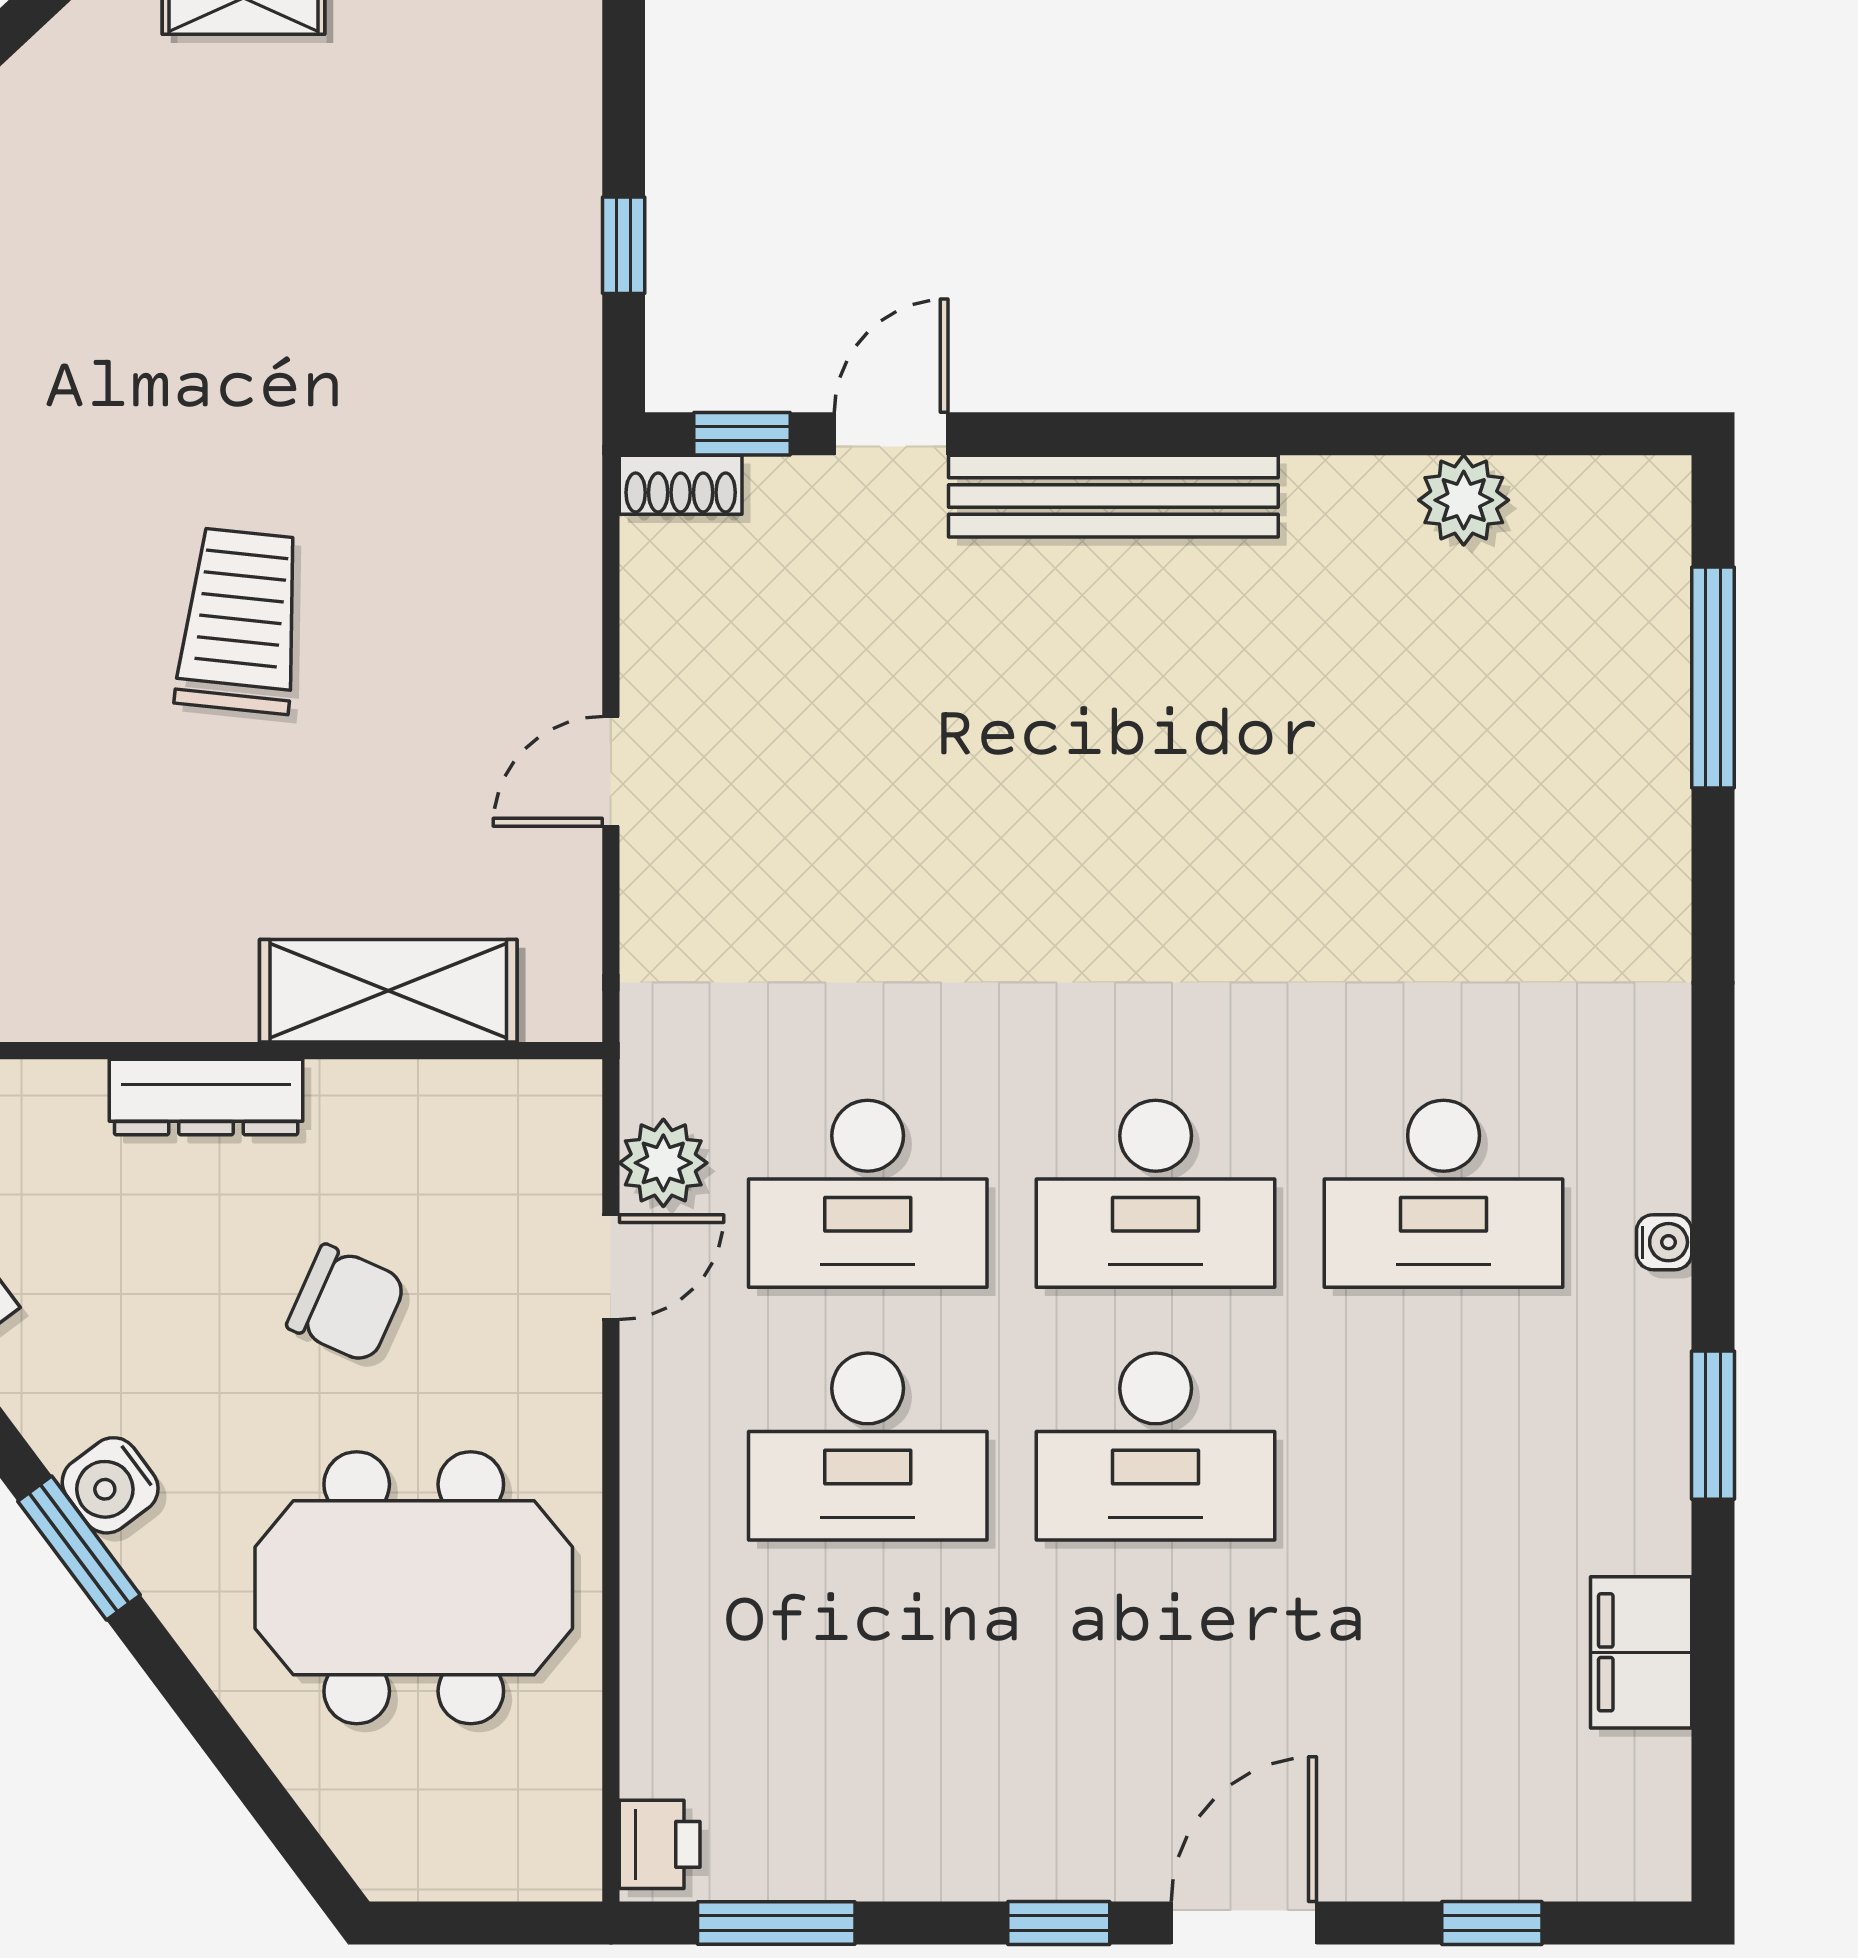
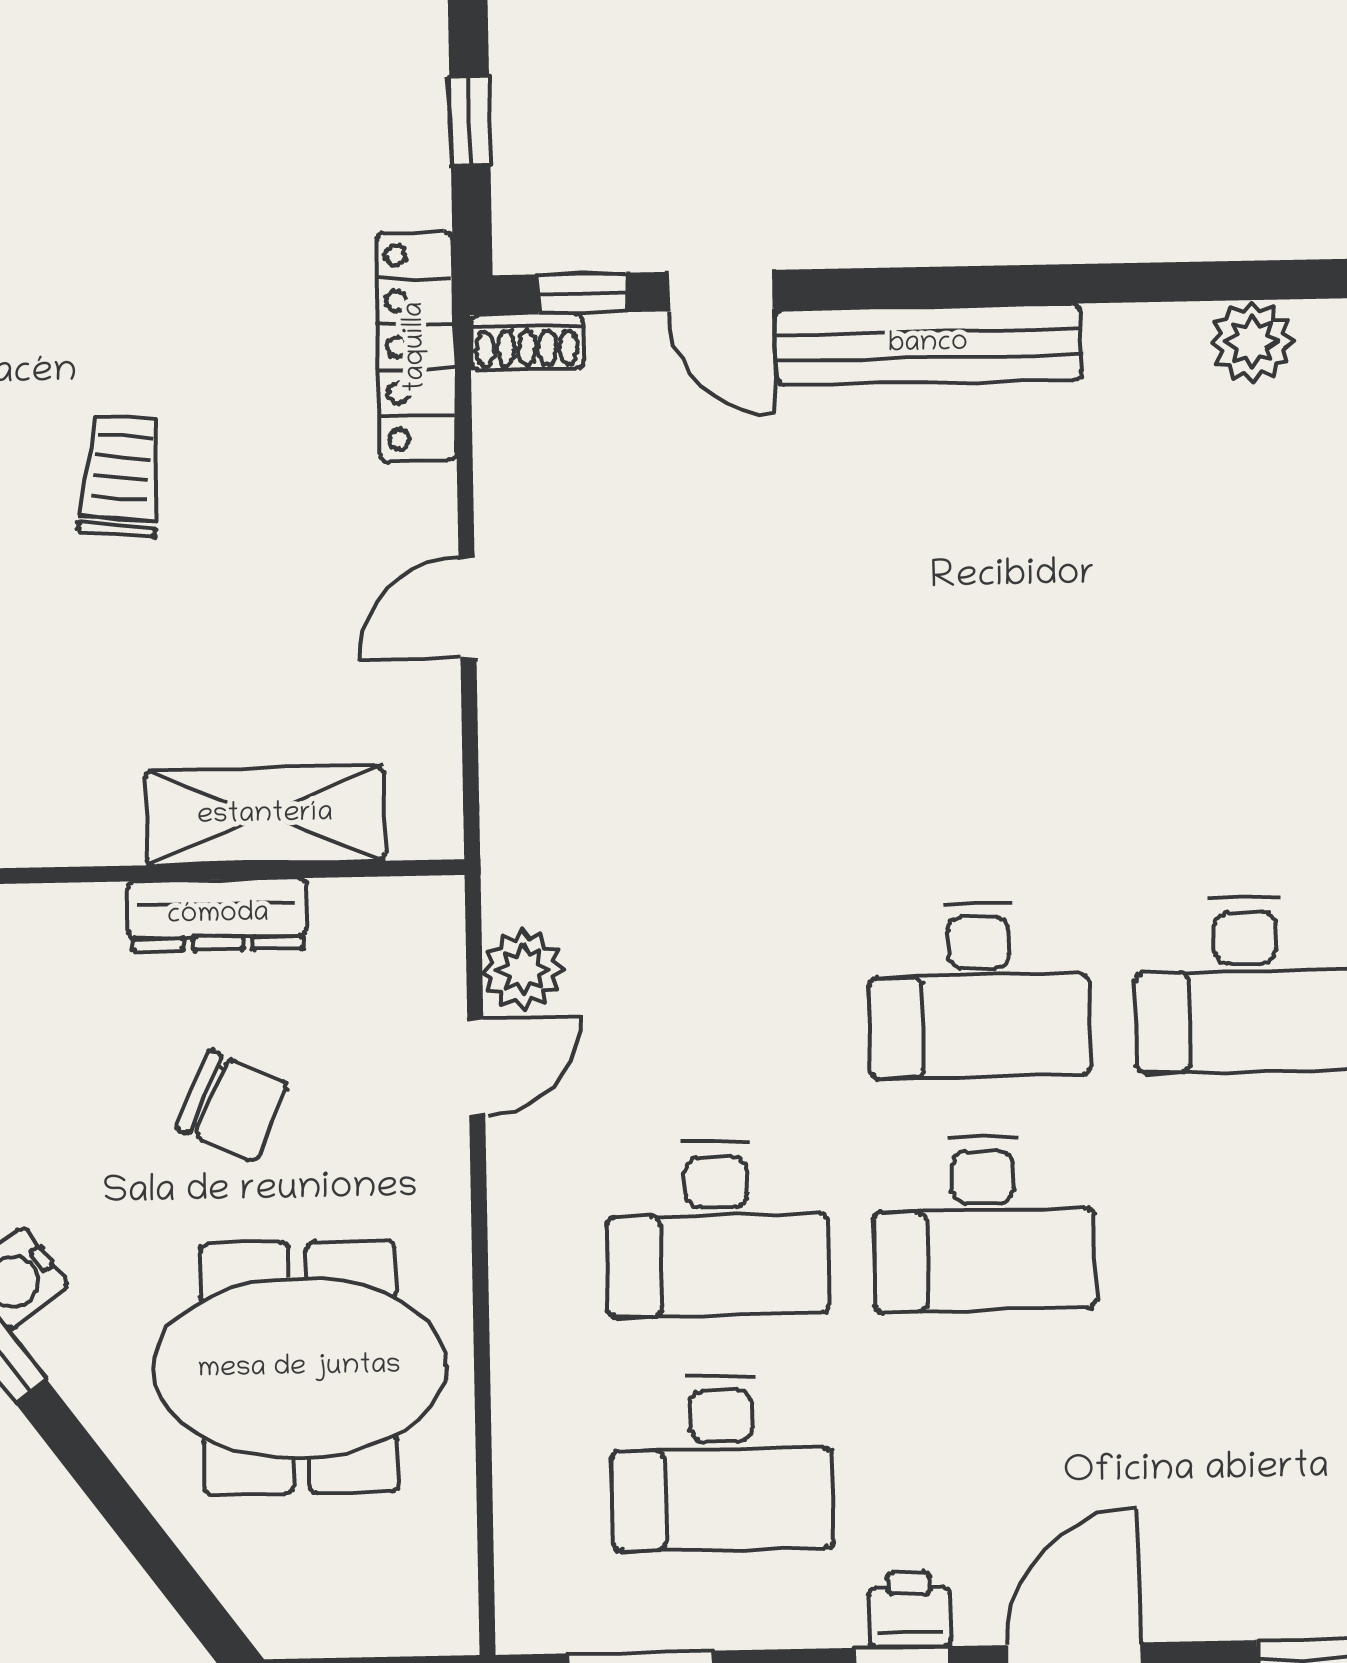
door: (891, 434) -> (721, 291), swing flipped
locker: (561, 488) -> (416, 347), added
trolley: (240, 621) -> (121, 476), width x0.73, depth x0.72
dresser: (206, 1097) -> (218, 915), moved
desk: (868, 1194) -> (722, 1463), moved
printer: (660, 1844) -> (909, 1610), moved, turned -90

